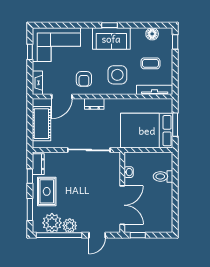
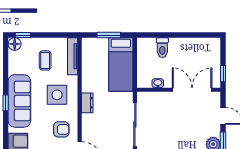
floor lamp: (152, 34) -> (15, 44), moved
sofa: (111, 39) -> (19, 101), width x1.36
dresser: (94, 104) -> (87, 103), moved
bed: (147, 131) -> (121, 64), width x0.67

